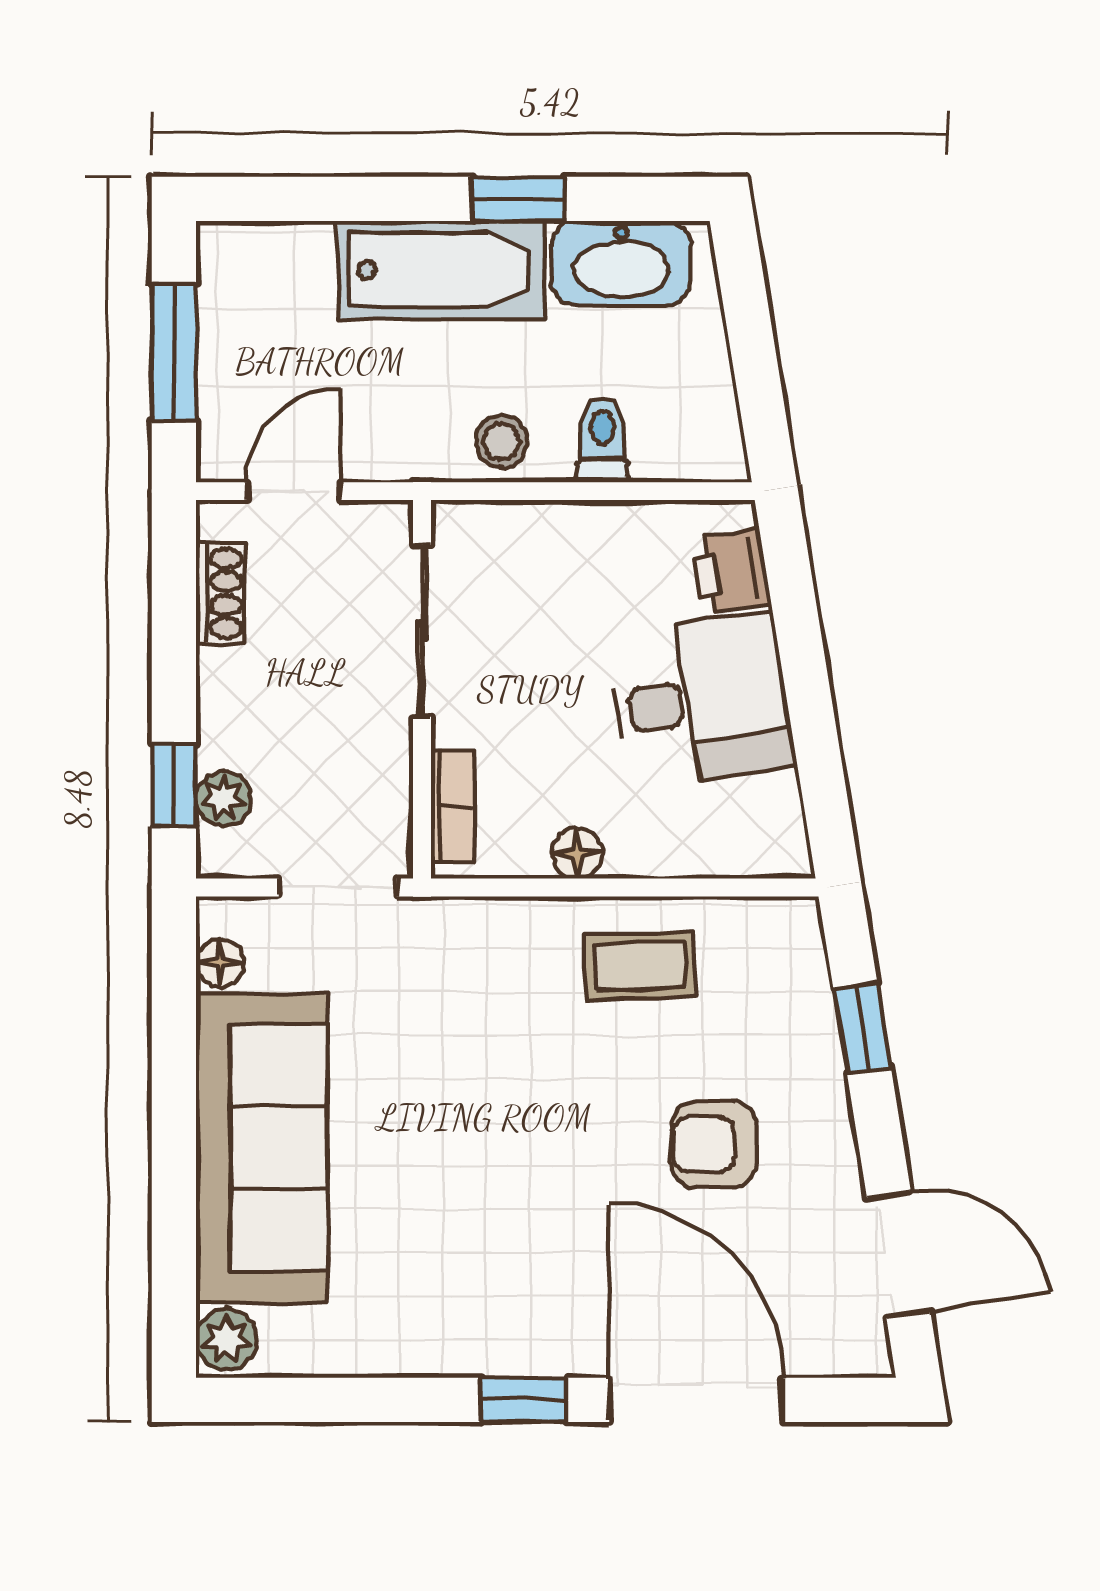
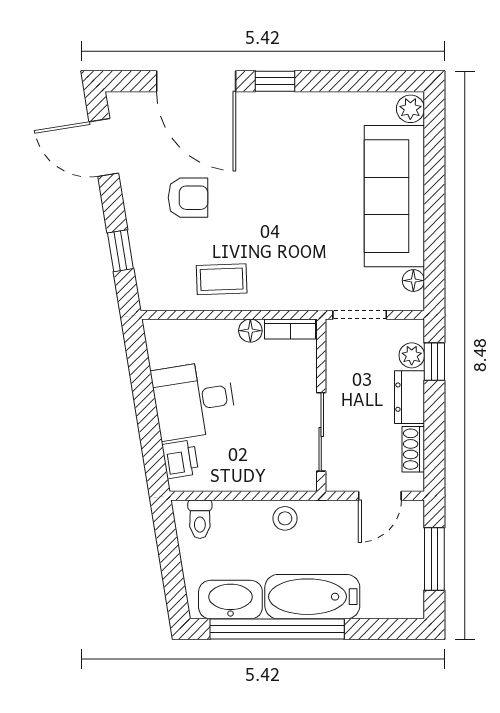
window: (519, 199) -> (277, 629), width x3.17
toilet: (602, 440) -> (200, 519), moved
dresser: (229, 707) -> (410, 397), added
bookcase: (453, 806) -> (290, 329), moved, turned -90

